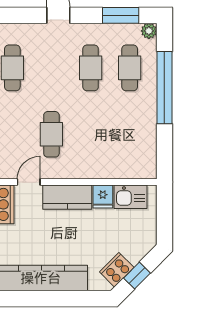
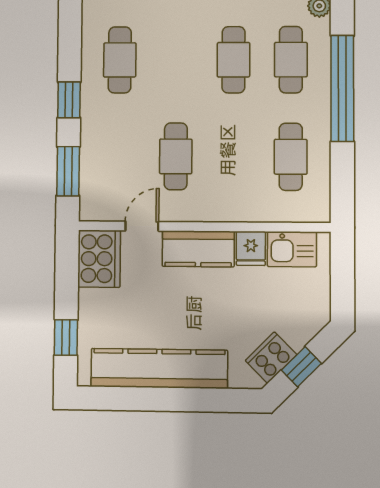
cafe table: (130, 134) -> (291, 157), added

